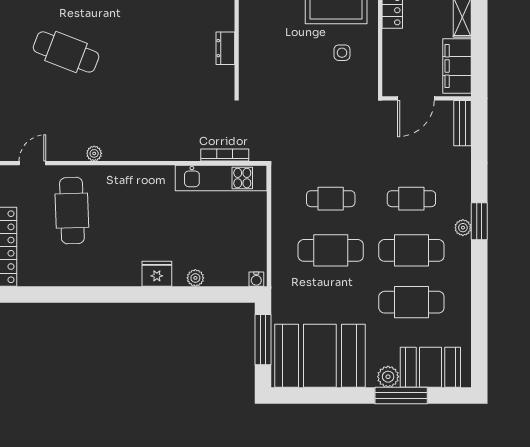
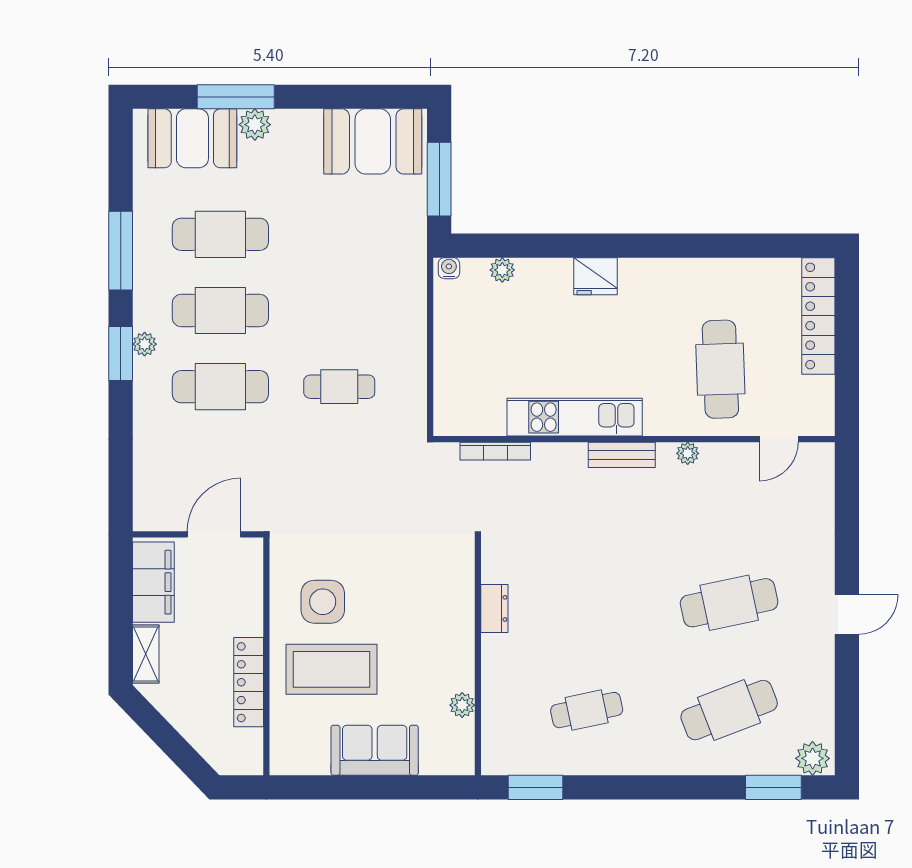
cafe table: (66, 52) -> (729, 603), turned -33
side table: (342, 53) -> (323, 602), width x1.87, depth x1.87
bench: (462, 123) -> (622, 455), moved, turned 90
kitchen unit: (221, 178) -> (575, 417), moved
cafe table: (411, 199) -> (220, 387), width x1.37, depth x1.35
cafe table: (331, 250) -> (339, 310), removed
plant: (195, 278) -> (502, 270), moved
window: (479, 291) -> (121, 251), added
booth: (320, 356) -> (373, 141), width x0.73, depth x0.70

